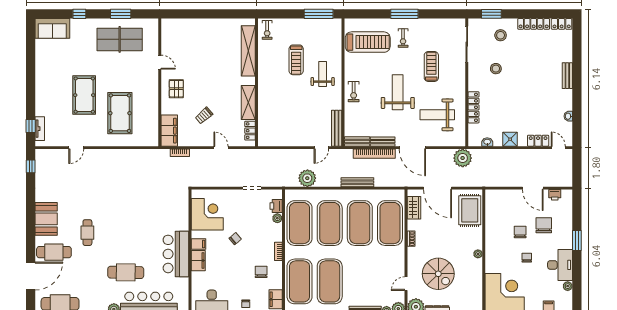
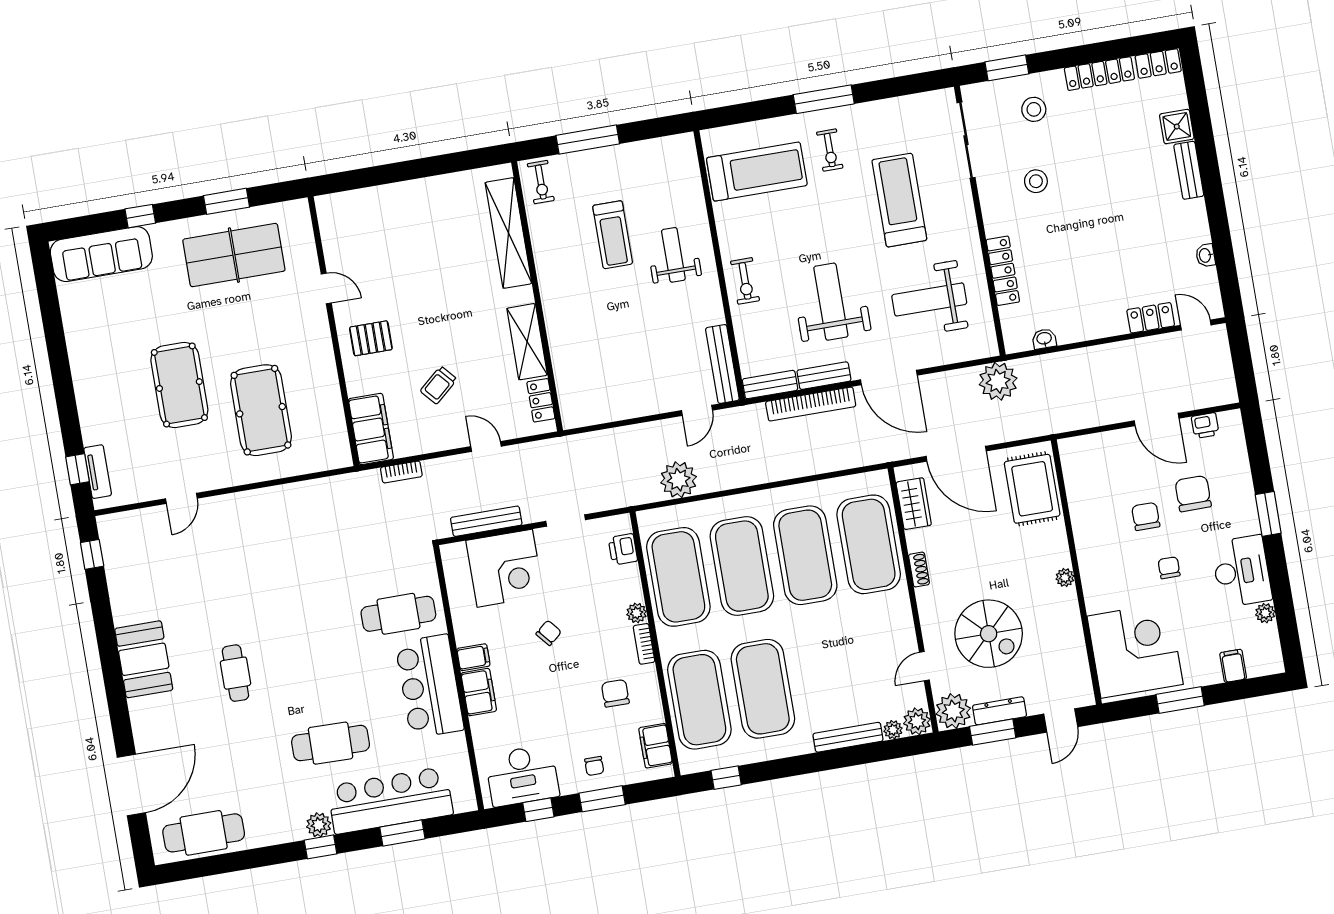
window: (319, 14) -> (588, 140), moved
sofa: (52, 28) -> (101, 254), width x1.36
treadmill: (431, 67) -> (899, 200), width x1.37, depth x1.38
pallet: (176, 89) -> (371, 338), turned 90
weight bench: (398, 92) -> (831, 302), moved
shower: (510, 139) -> (1177, 127), moved
bench: (357, 182) -> (486, 521), moved
corner desk: (207, 214) -> (505, 568), moved, turned 90
plant: (277, 218) -> (637, 613), moved
cafe table: (54, 252) -> (398, 614), moved

